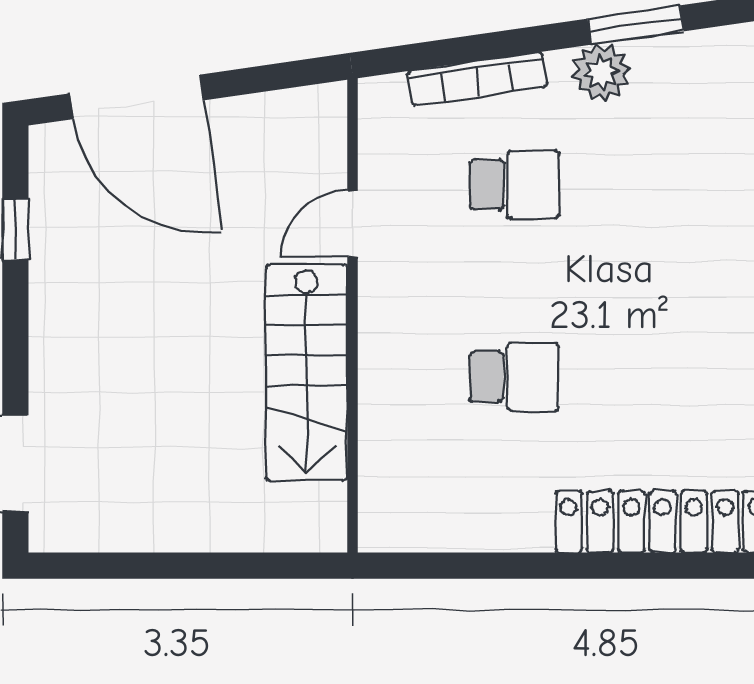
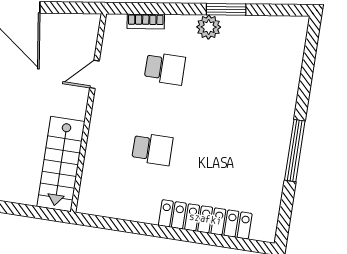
bookcase: (477, 79) -> (146, 21), width x0.64
stairs: (307, 372) -> (61, 164), moved

